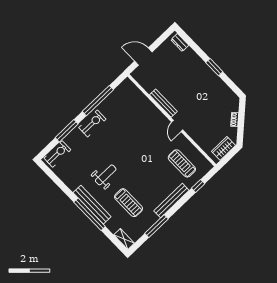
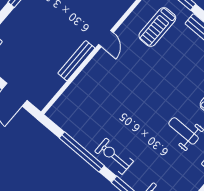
door: (177, 126) -> (106, 38), hinge flipped

